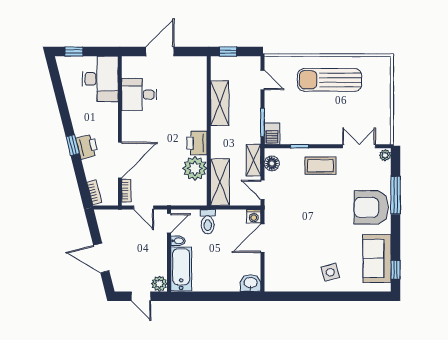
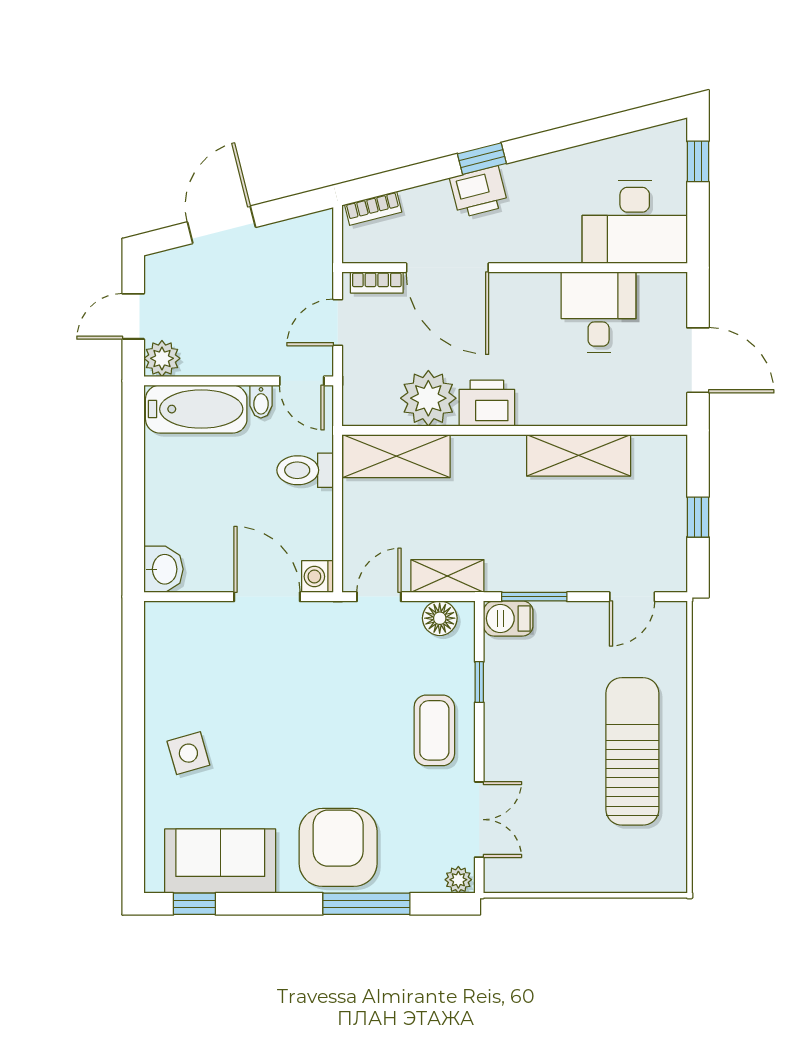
shelving: (220, 103) -> (579, 455), moved
wall: (209, 131) -> (515, 430), moved
printer: (197, 143) -> (487, 403), moved
plant: (195, 168) -> (428, 398), moved
shelving: (220, 182) -> (396, 456), moved

